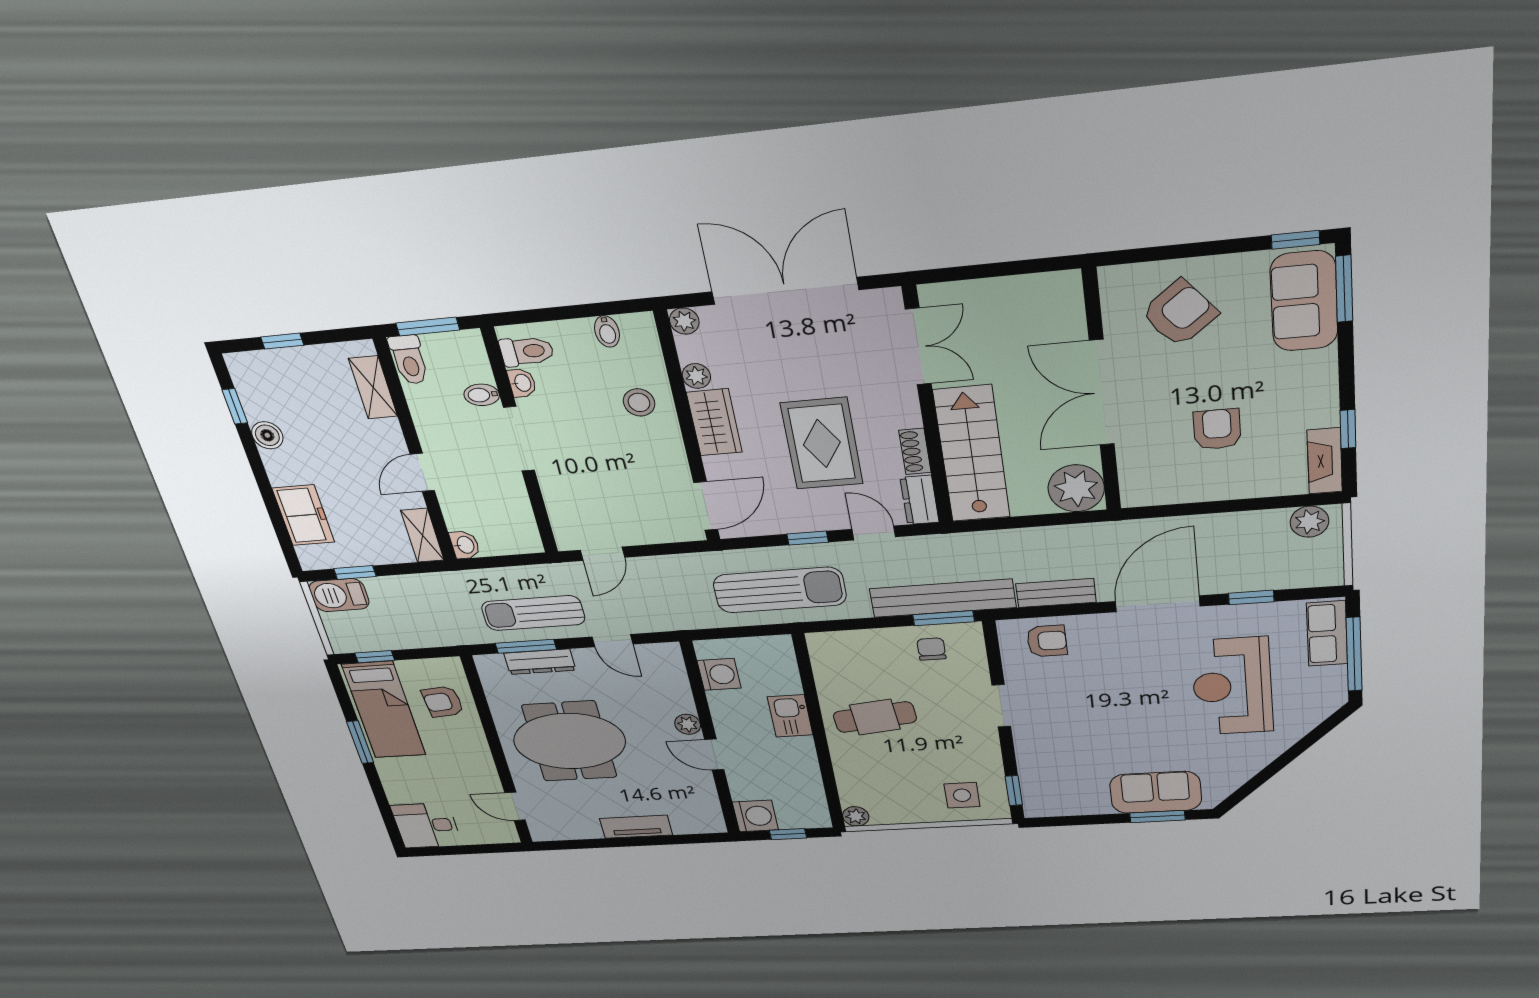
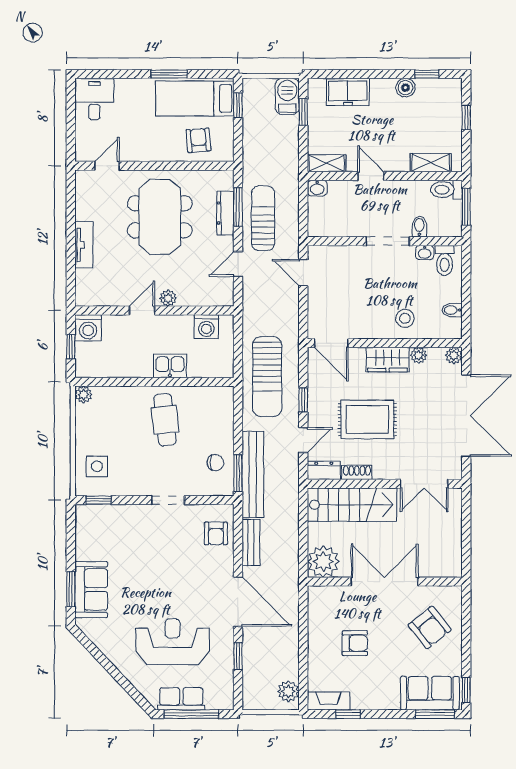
row of seats: (1327, 634) -> (181, 699), moved

